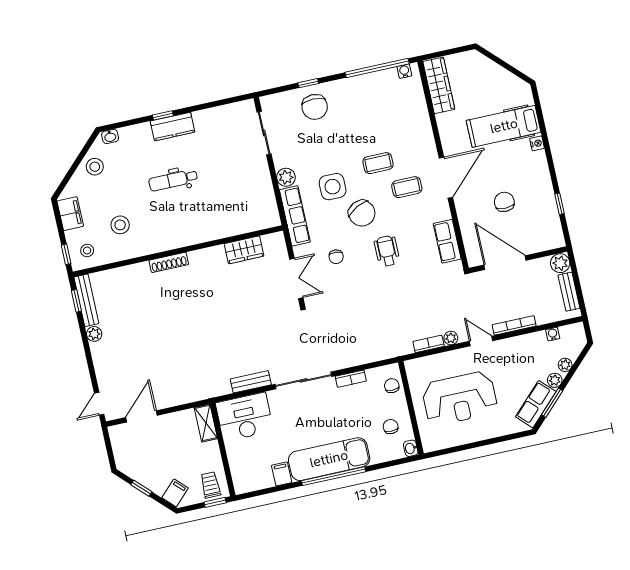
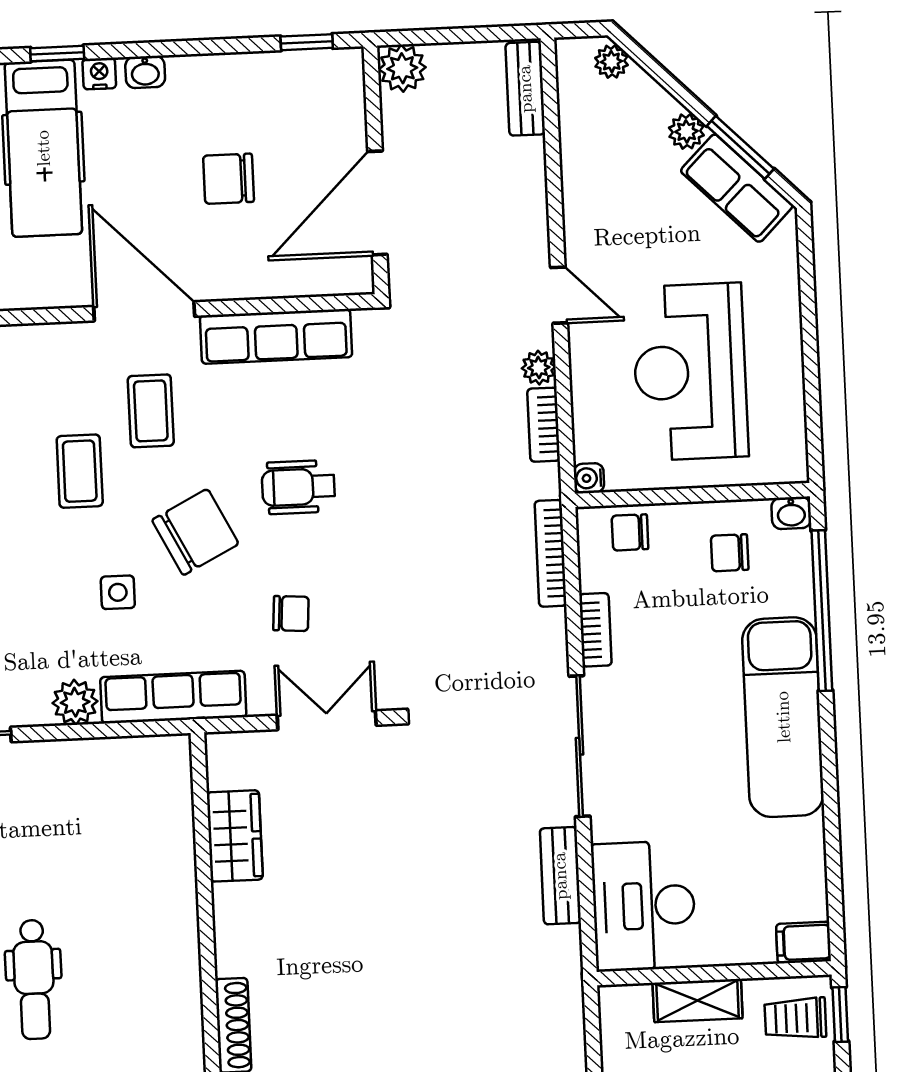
window: (542, 125) -> (57, 54), added
washbasin: (541, 161) -> (145, 72), added
side table: (333, 187) -> (118, 592), width x0.54, depth x0.54
window: (560, 204) -> (307, 42), moved
row of seats: (447, 241) -> (276, 336), width x1.48
bench: (569, 292) -> (525, 89), moved, turned 90
bookcase: (514, 325) -> (551, 553), moved
water cooler: (553, 334) -> (589, 478), moved
door: (481, 341) -> (559, 295), swing flipped
plant: (565, 365) -> (611, 62), moved
reception desk: (460, 398) -> (690, 372), turned 180
shelving: (206, 423) -> (698, 1001), moved
filing cabinet: (282, 474) -> (804, 942), moved
window: (334, 476) -> (822, 611), moved

